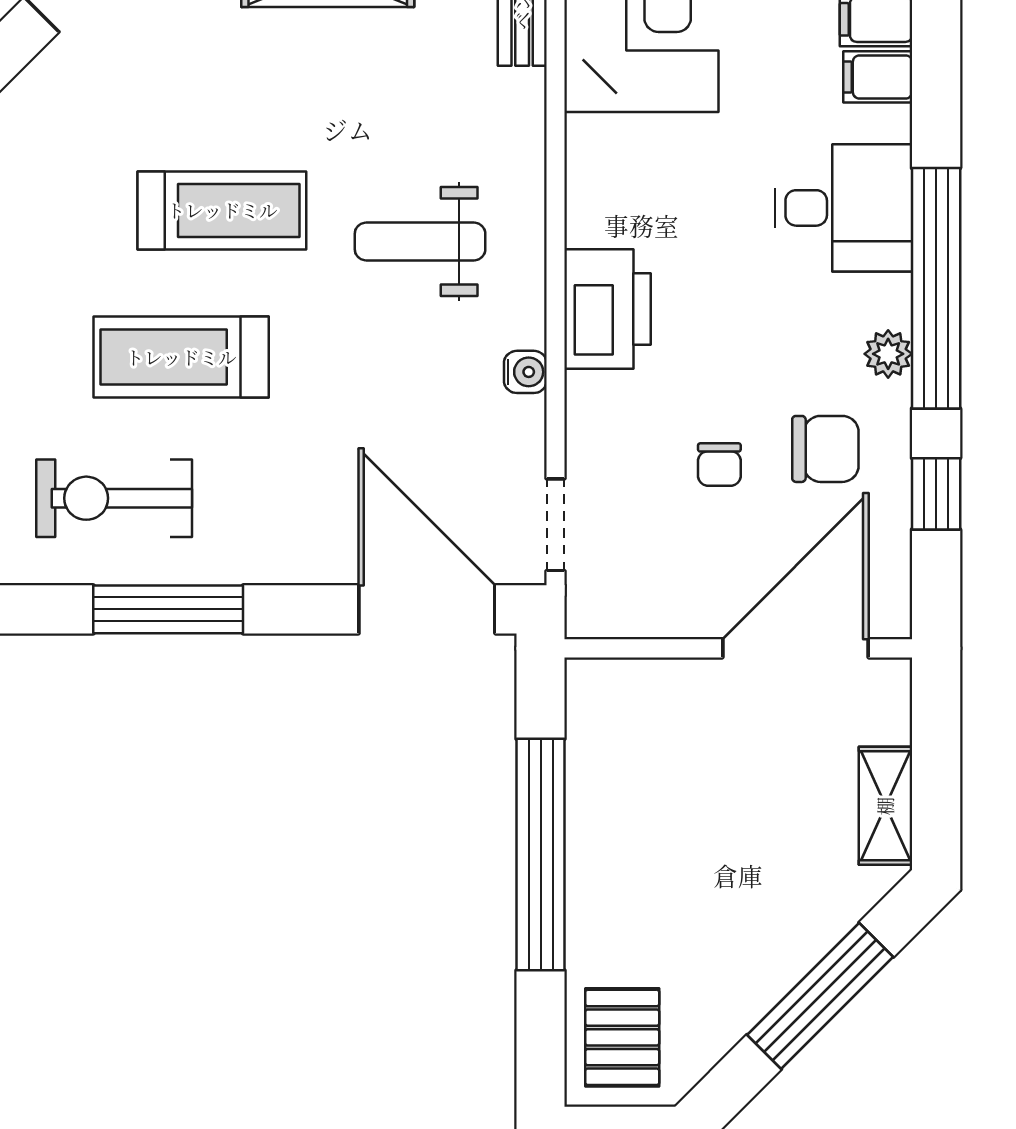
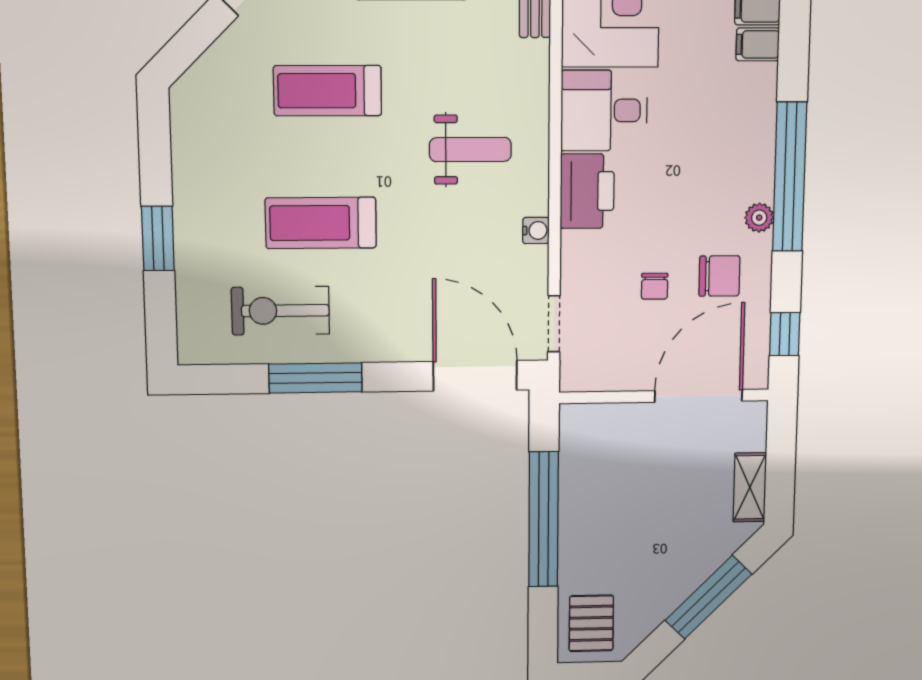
desk: (843, 208) -> (604, 111), moved, turned 180
treadmill: (222, 210) -> (328, 91), moved, turned 180
weight bench: (420, 241) -> (470, 150), turned 180
window: (936, 494) -> (785, 334), moved

